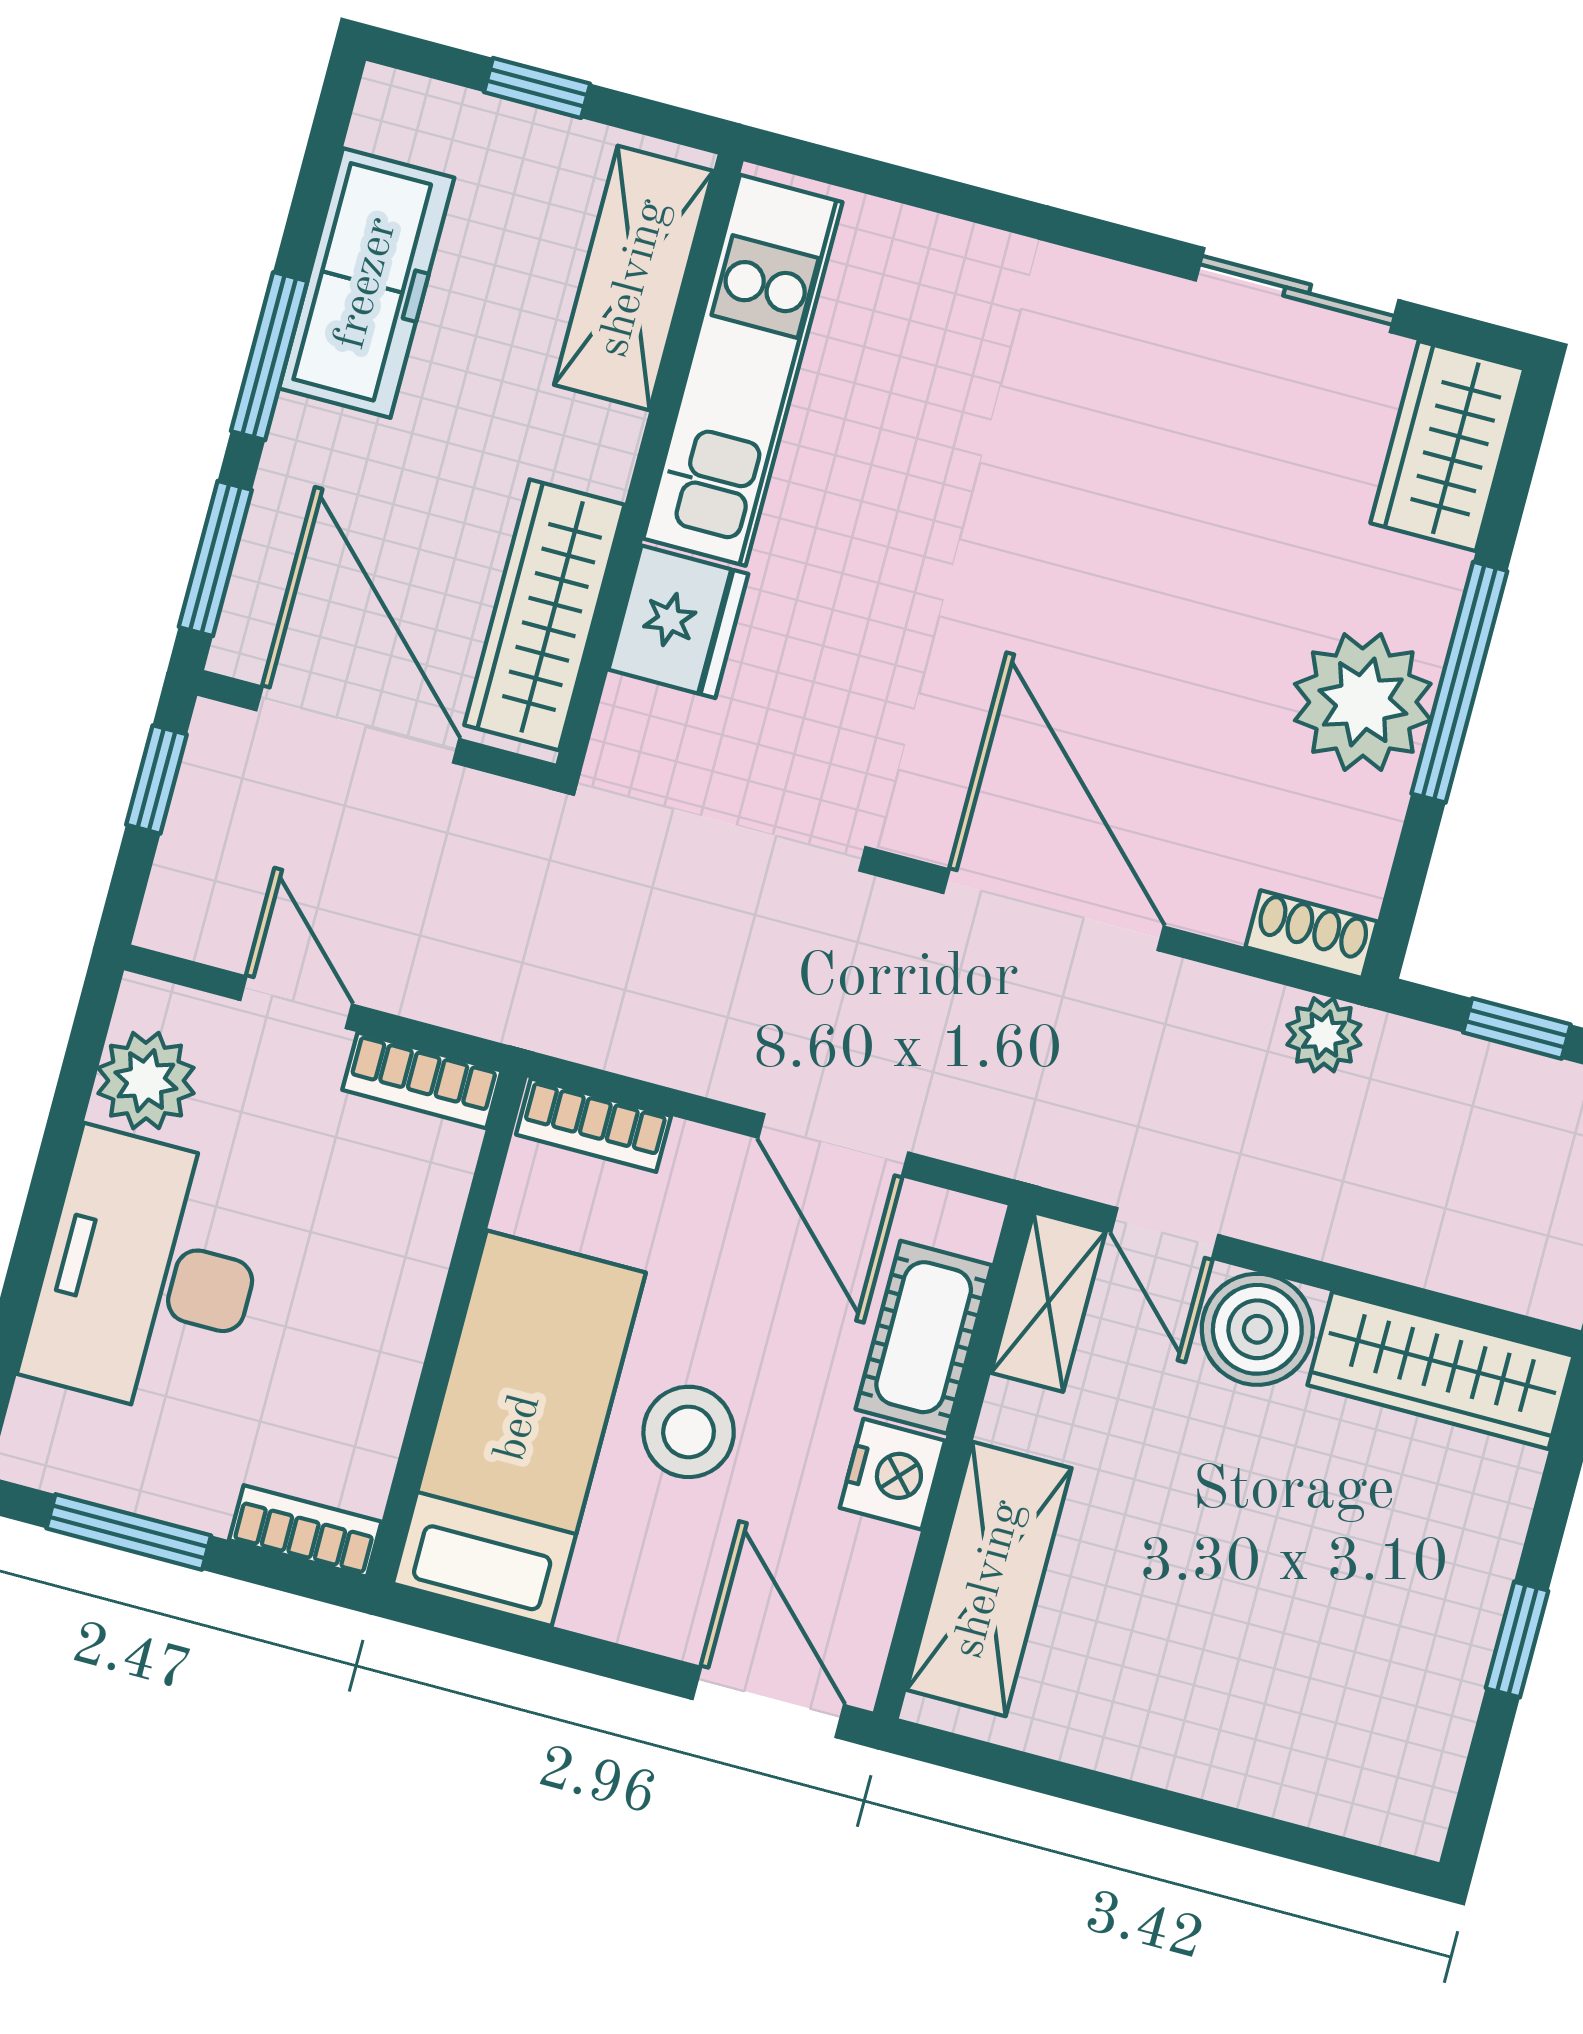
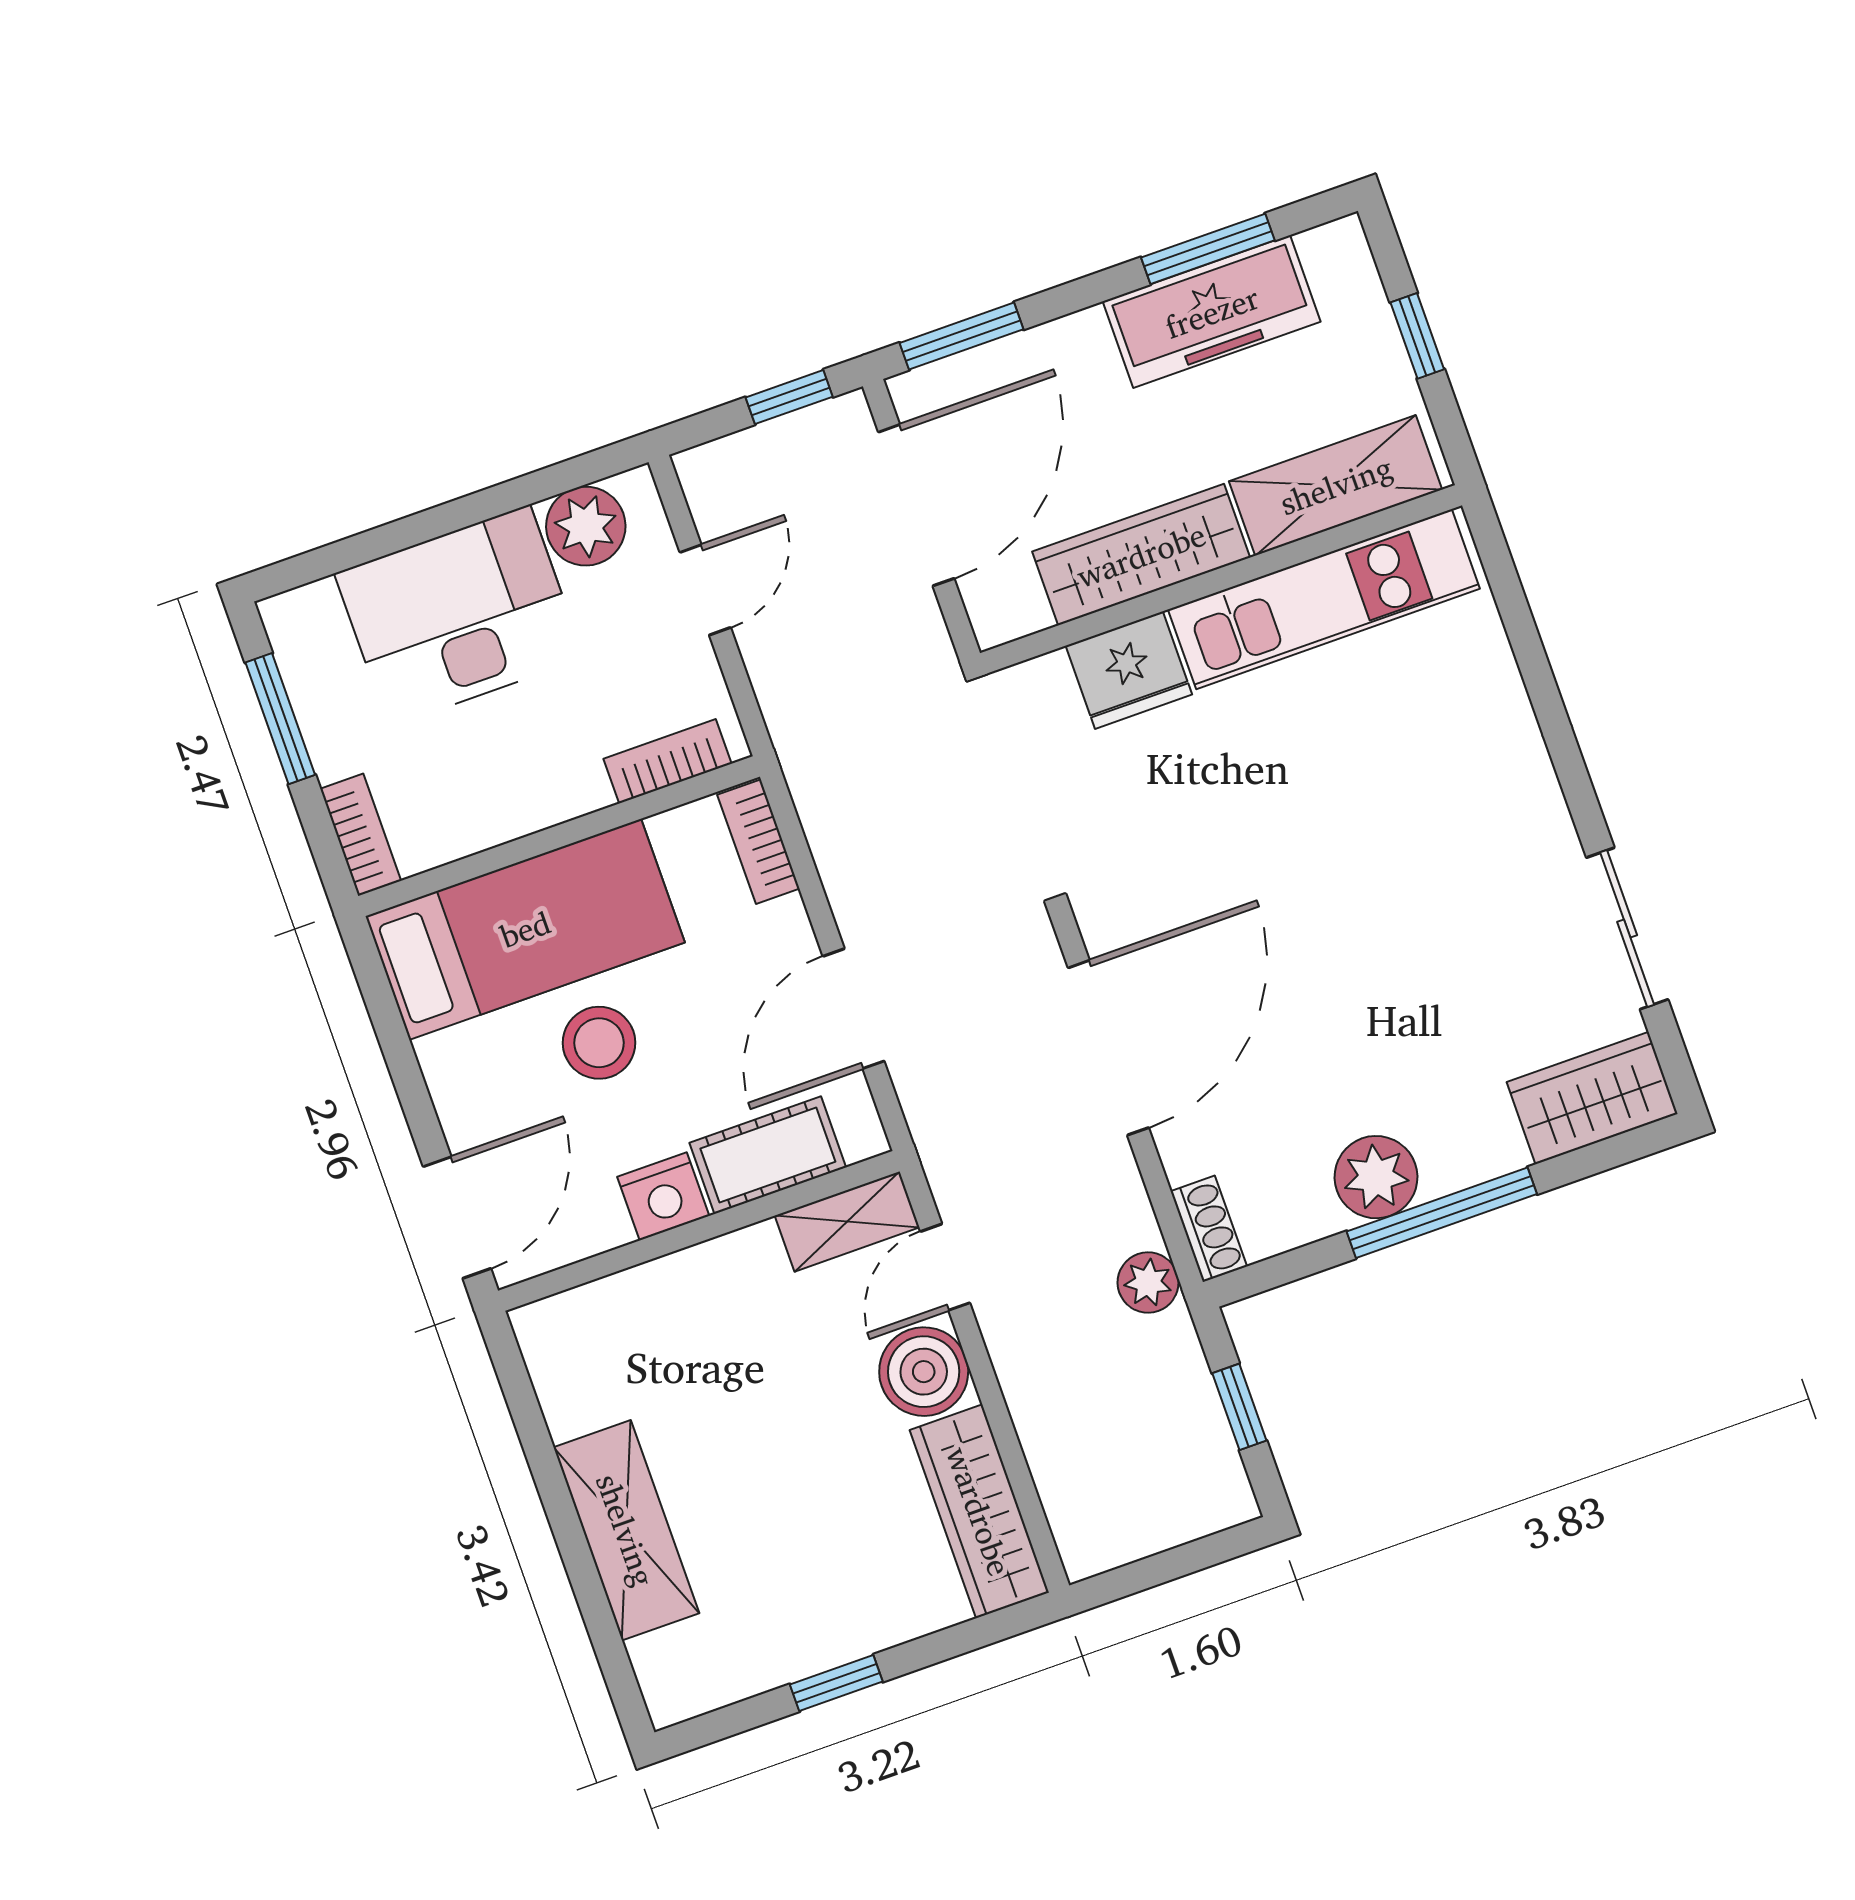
window: (269, 356) -> (1208, 249), moved
wardrobe: (544, 615) -> (1141, 555), moved
plant: (1363, 702) -> (1376, 1177), width x0.73, depth x0.73
bookcase: (422, 1080) -> (667, 761), moved, turned 90
shelving: (989, 1579) -> (626, 1530), moved, turned 90

